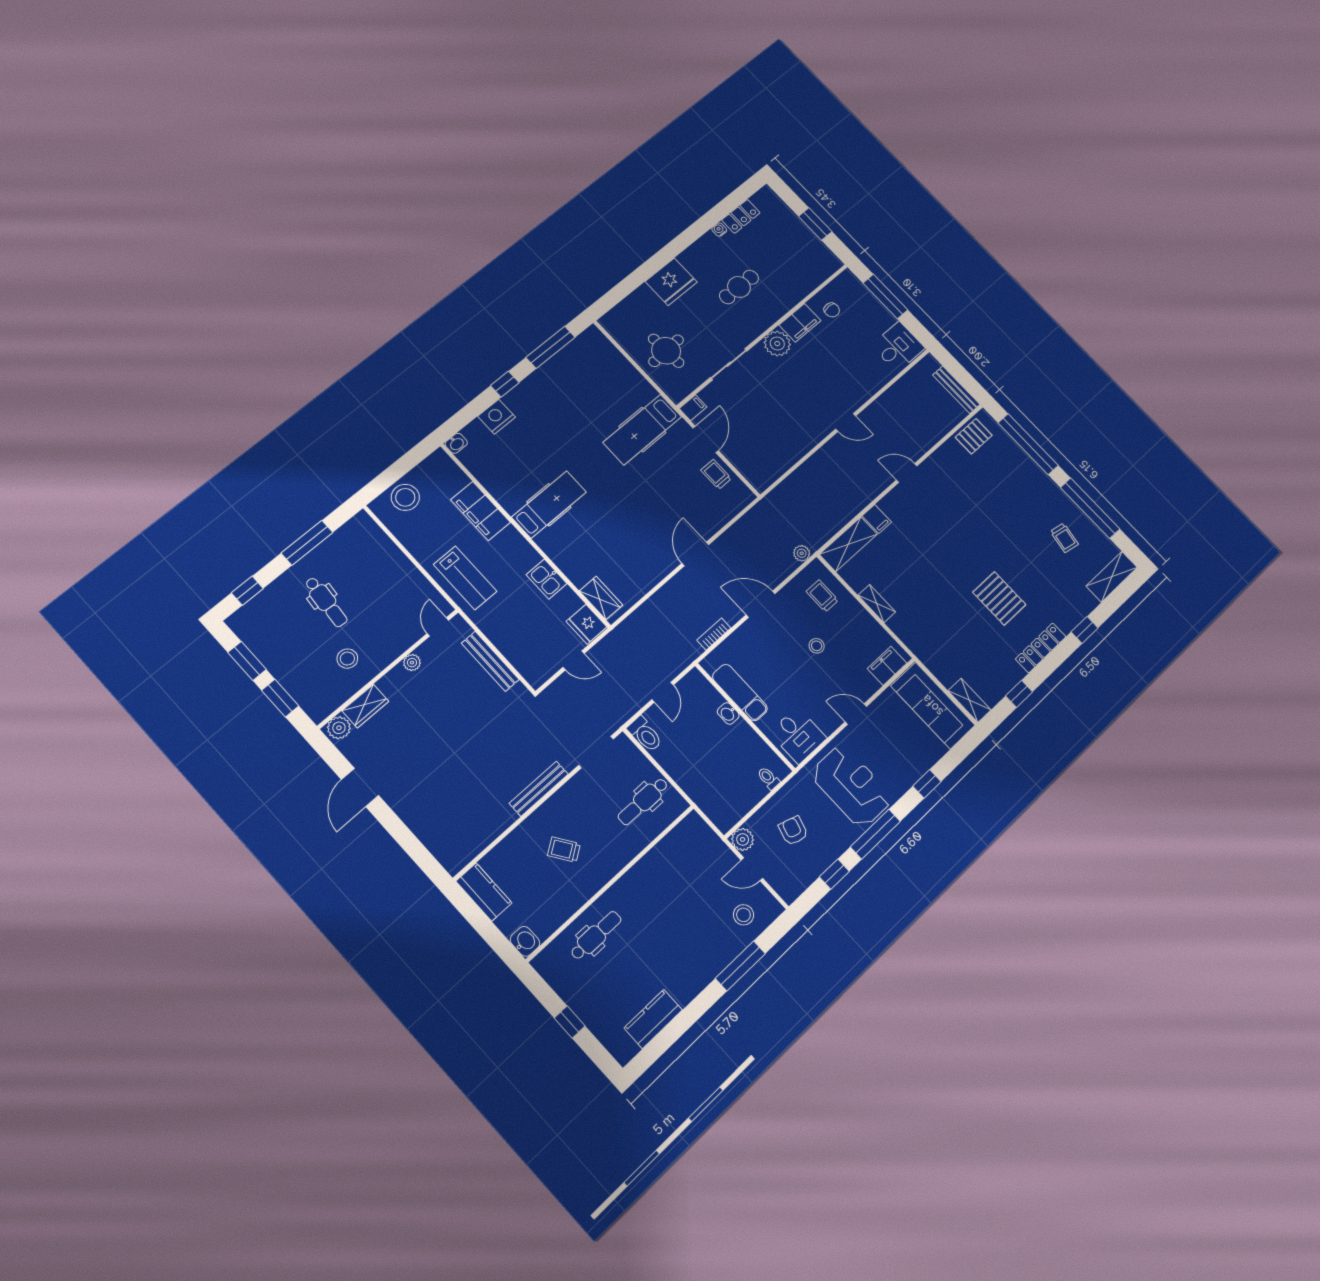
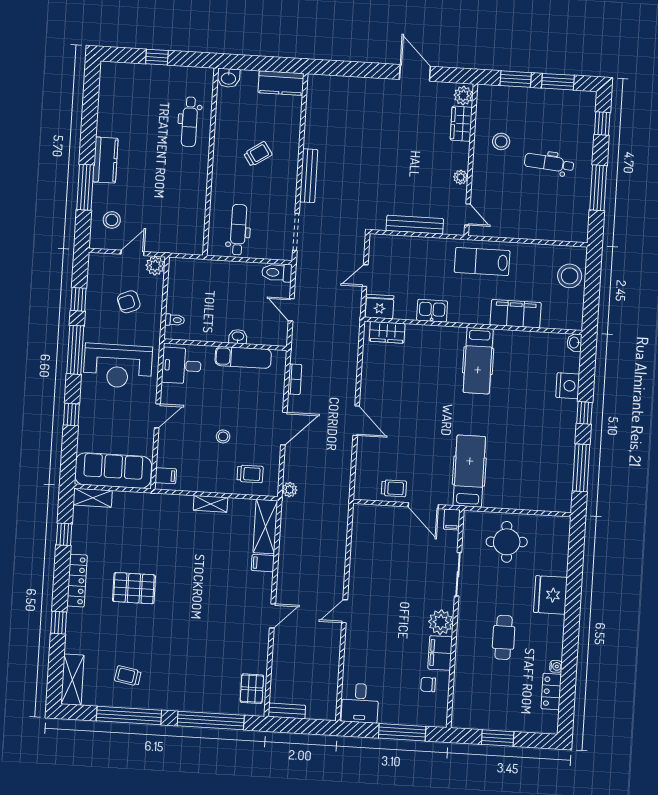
bench: (956, 390) -> (287, 711), width x0.73
filing cabinet: (887, 666) -> (166, 476), width x0.50
armchair: (793, 831) -> (129, 302), turned 141
kitchen counter: (653, 1019) -> (105, 160), moved

